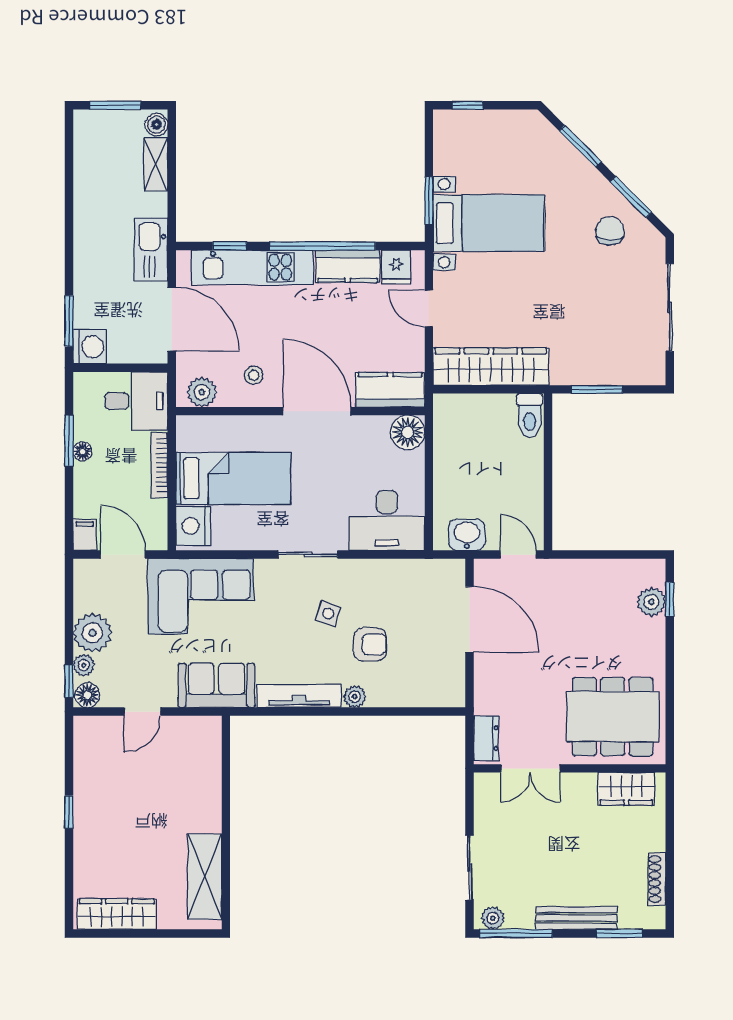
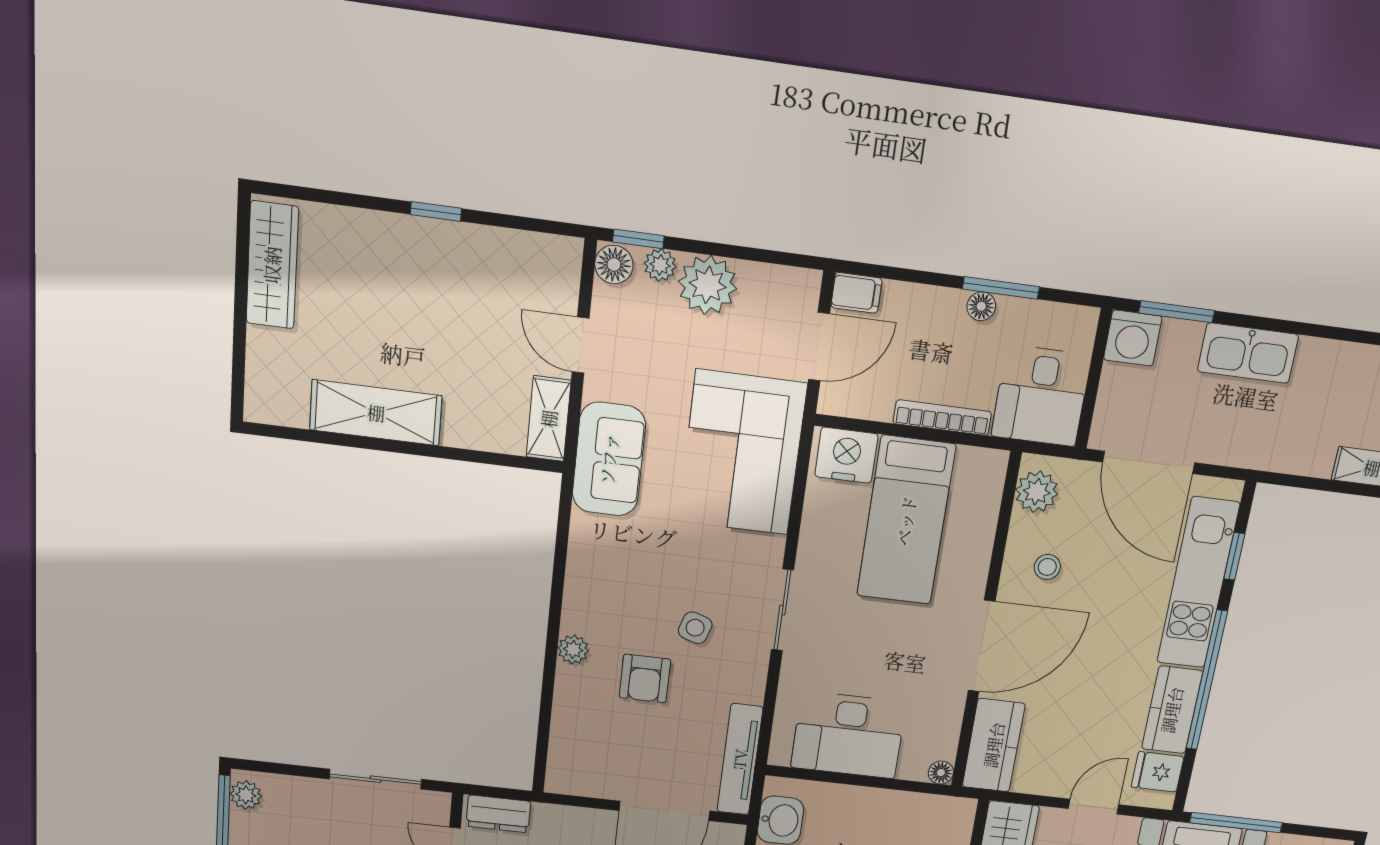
window: (429, 201) -> (1236, 823), width x1.44
kitchen sink: (151, 249) -> (1248, 353), moved, turned 180
door: (172, 319) -> (1149, 462), hinge flipped
floor lamp: (408, 432) -> (941, 773), width x0.53, depth x0.53
desk: (387, 521) -> (848, 735), moved, turned -90
tv unit: (299, 696) -> (740, 759), moved, turned 180
shelving: (194, 728) -> (549, 419), added
sliding door: (470, 868) -> (376, 779), moved
shelving: (205, 877) -> (376, 413), moved

